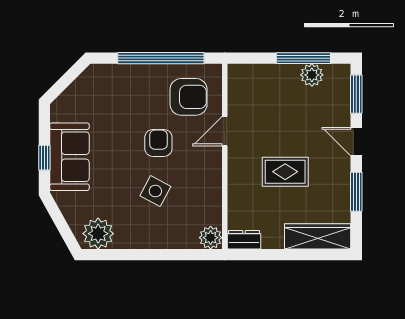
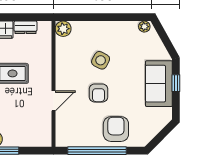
armchair: (189, 97) -> (116, 129), moved, turned 90
plant: (98, 234) -> (144, 27), width x0.53, depth x0.53
dresser: (244, 240) -> (25, 27), moved

